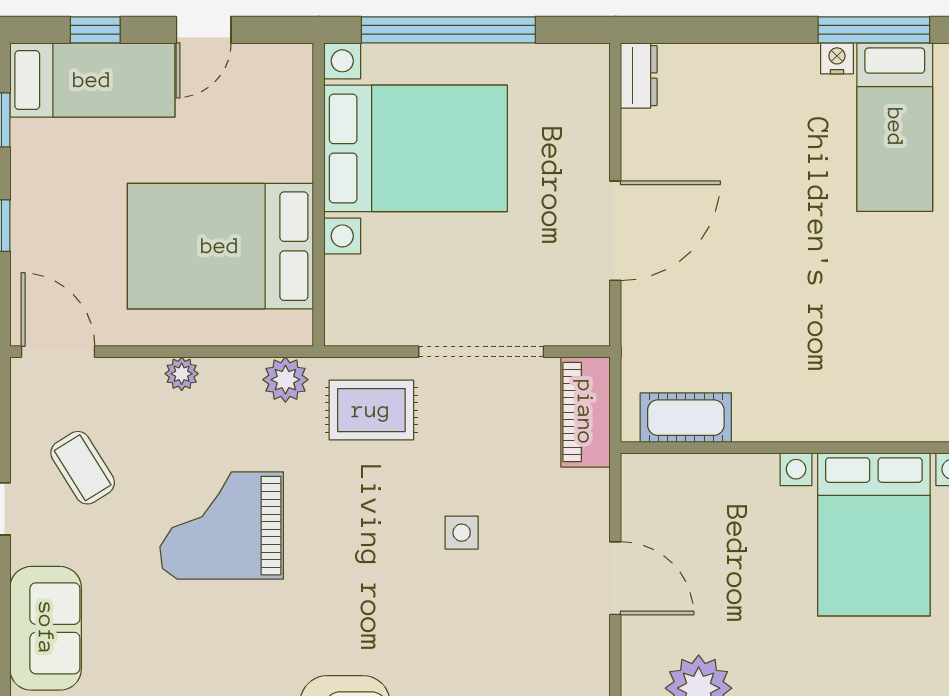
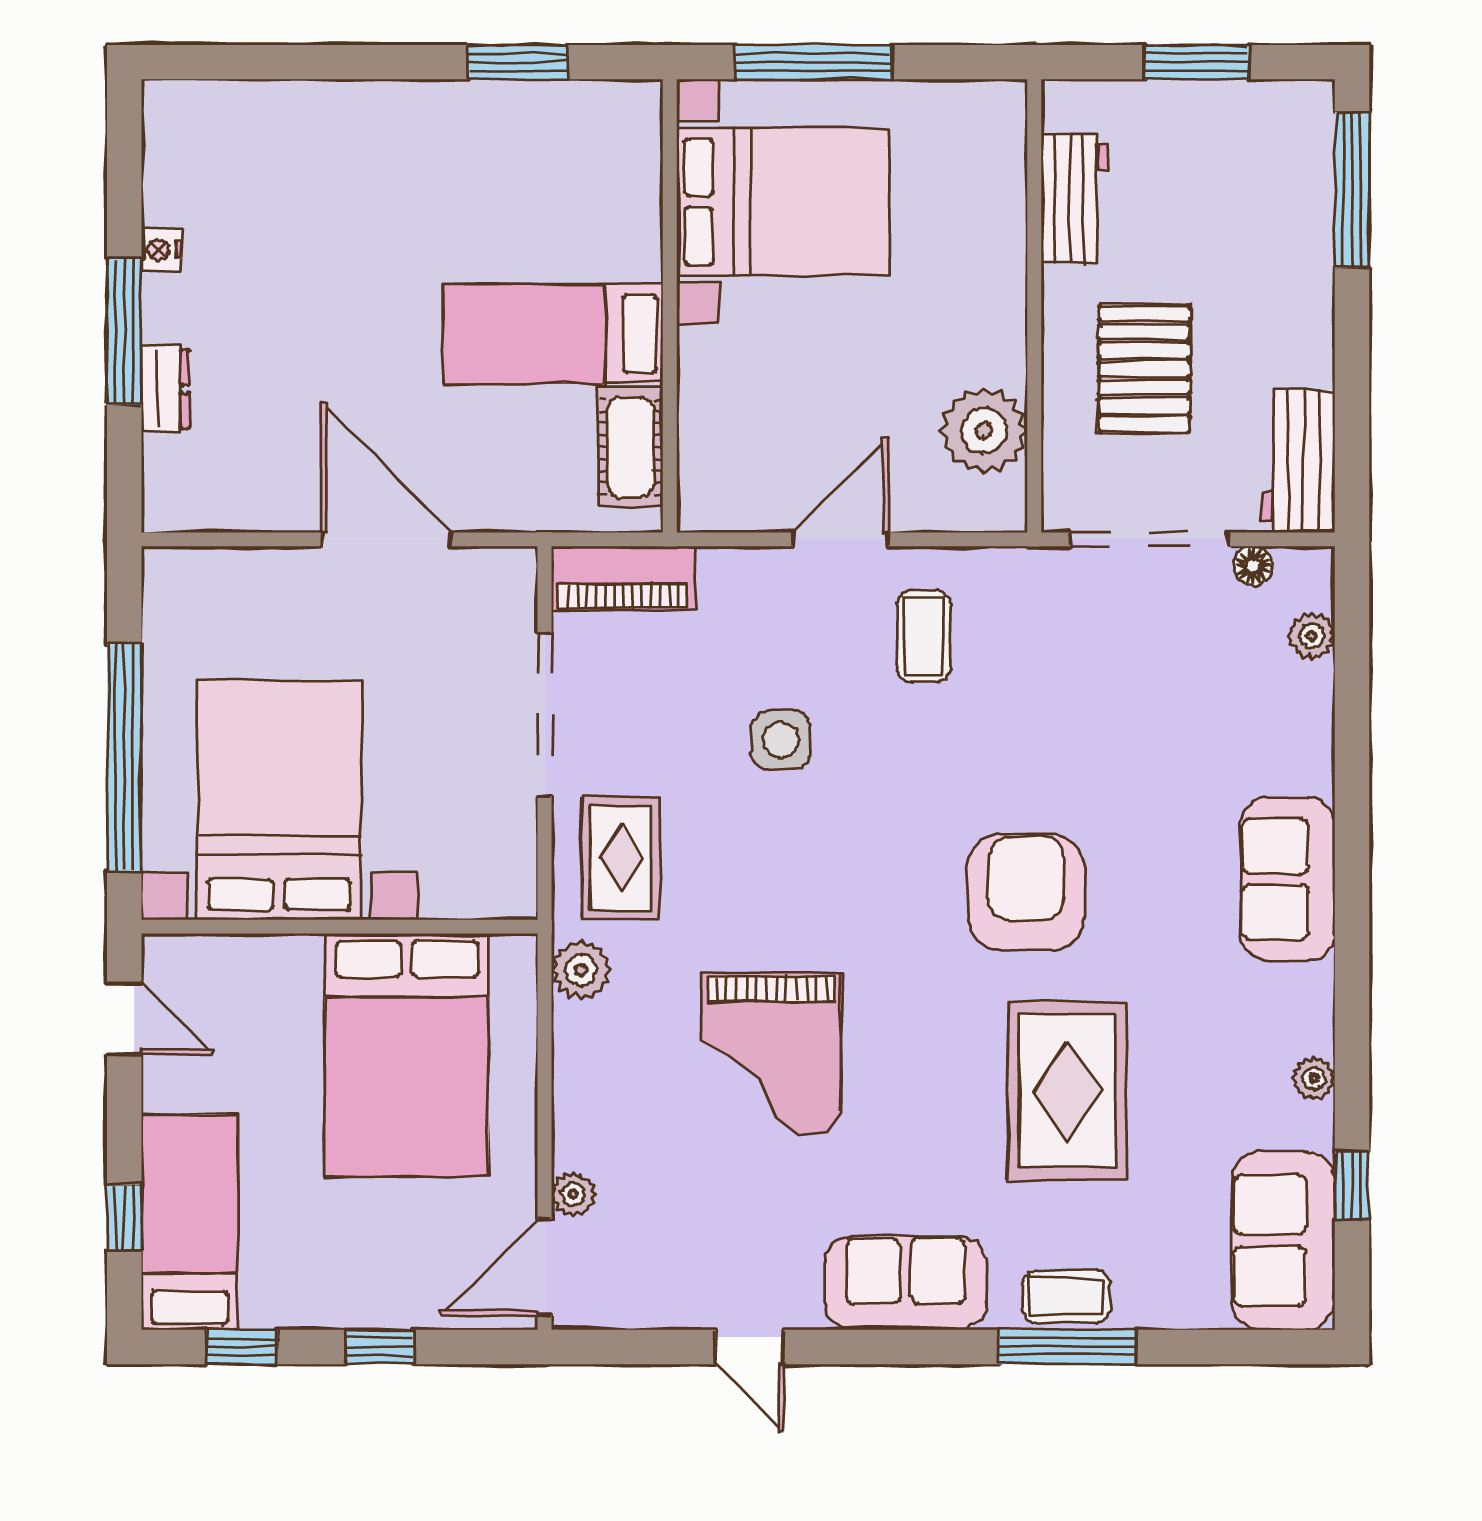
door: (204, 30) -> (124, 1019), moved
window: (874, 30) -> (124, 332), moved
dresser: (639, 76) -> (165, 389), moved, turned 90
bed: (895, 127) -> (553, 334), moved, turned 180
plant: (182, 374) -> (573, 1194), moved
coffee table: (83, 468) -> (924, 636), moved, turned -58
side table: (462, 533) -> (781, 740), width x1.37, depth x1.37

